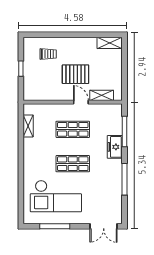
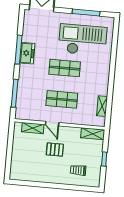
shelving: (110, 43) -> (93, 134), moved
pallet: (75, 74) -> (55, 149), width x0.67, depth x0.71
freezer: (115, 147) -> (27, 53), moved

